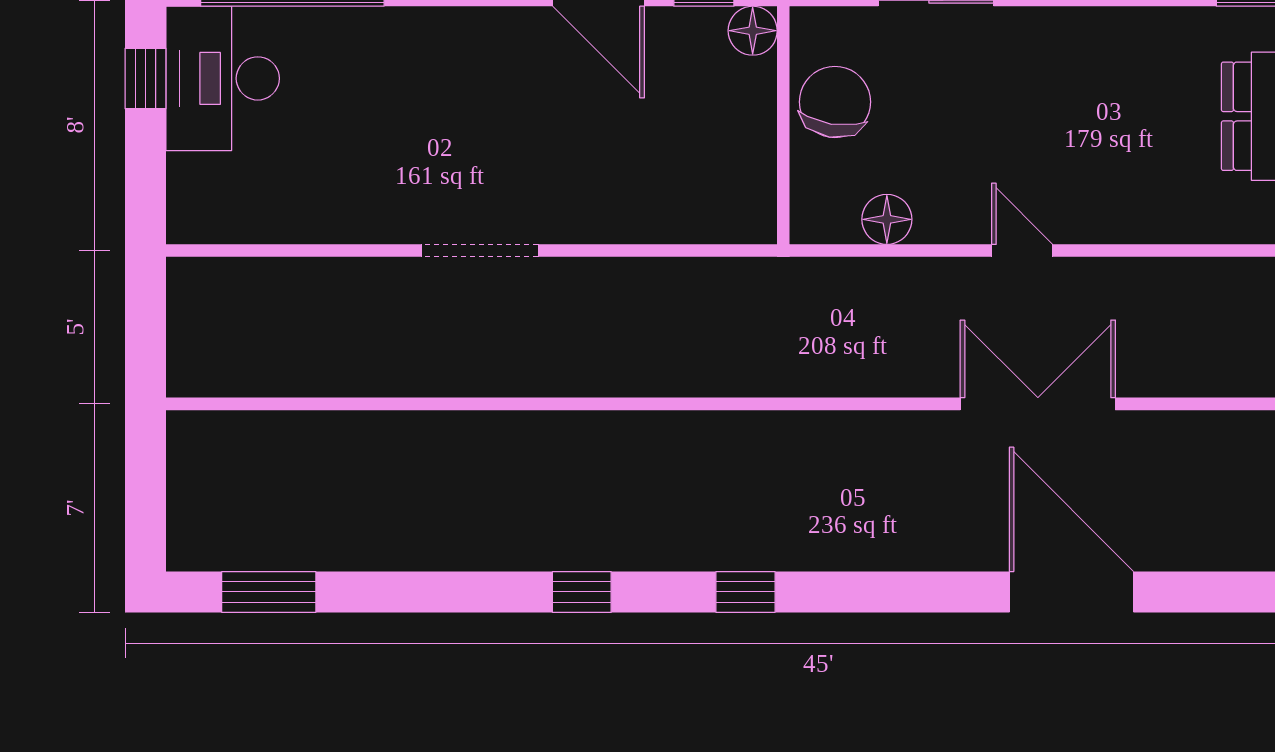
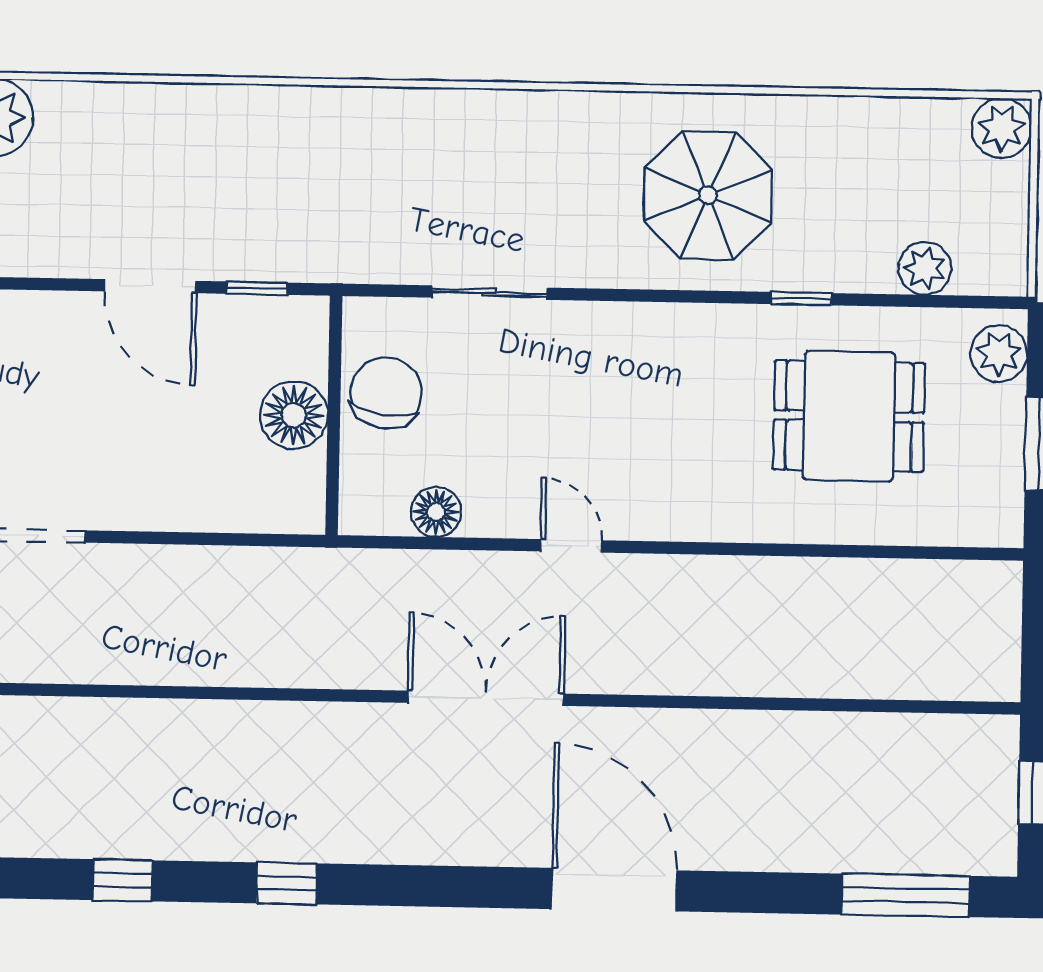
floor lamp: (753, 31) -> (294, 415), moved, width x1.38, depth x1.38
double door: (1038, 404) -> (486, 698), moved

